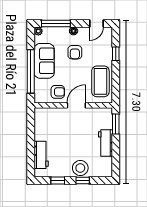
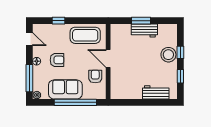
window: (116, 124) -> (141, 21), moved

